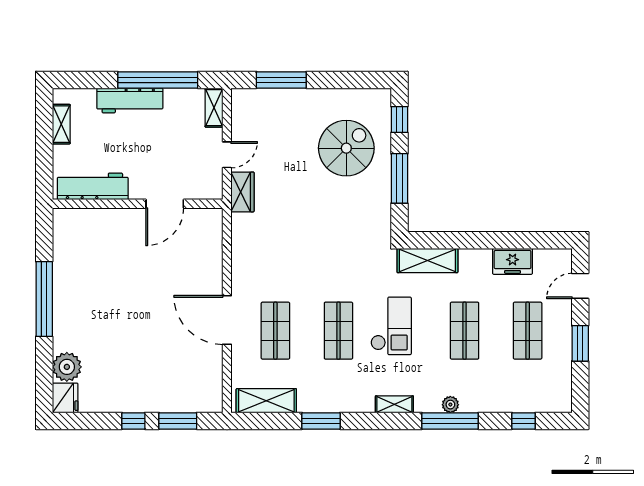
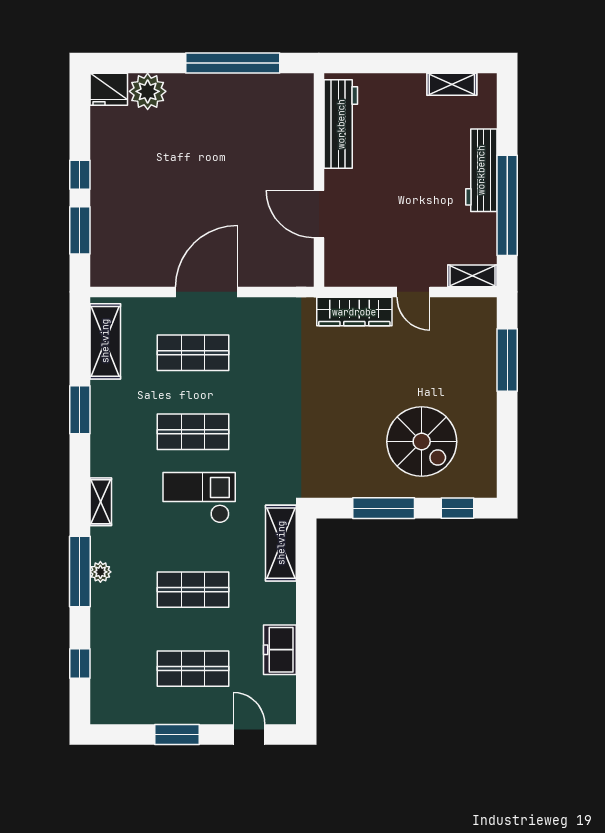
workbench: (93, 186) -> (341, 124), moved
wardrobe: (243, 192) -> (354, 312), width x1.50
wall: (138, 204) -> (319, 180), moved
door: (165, 204) -> (319, 214), moved
checkout: (391, 326) -> (199, 498), turned 180

